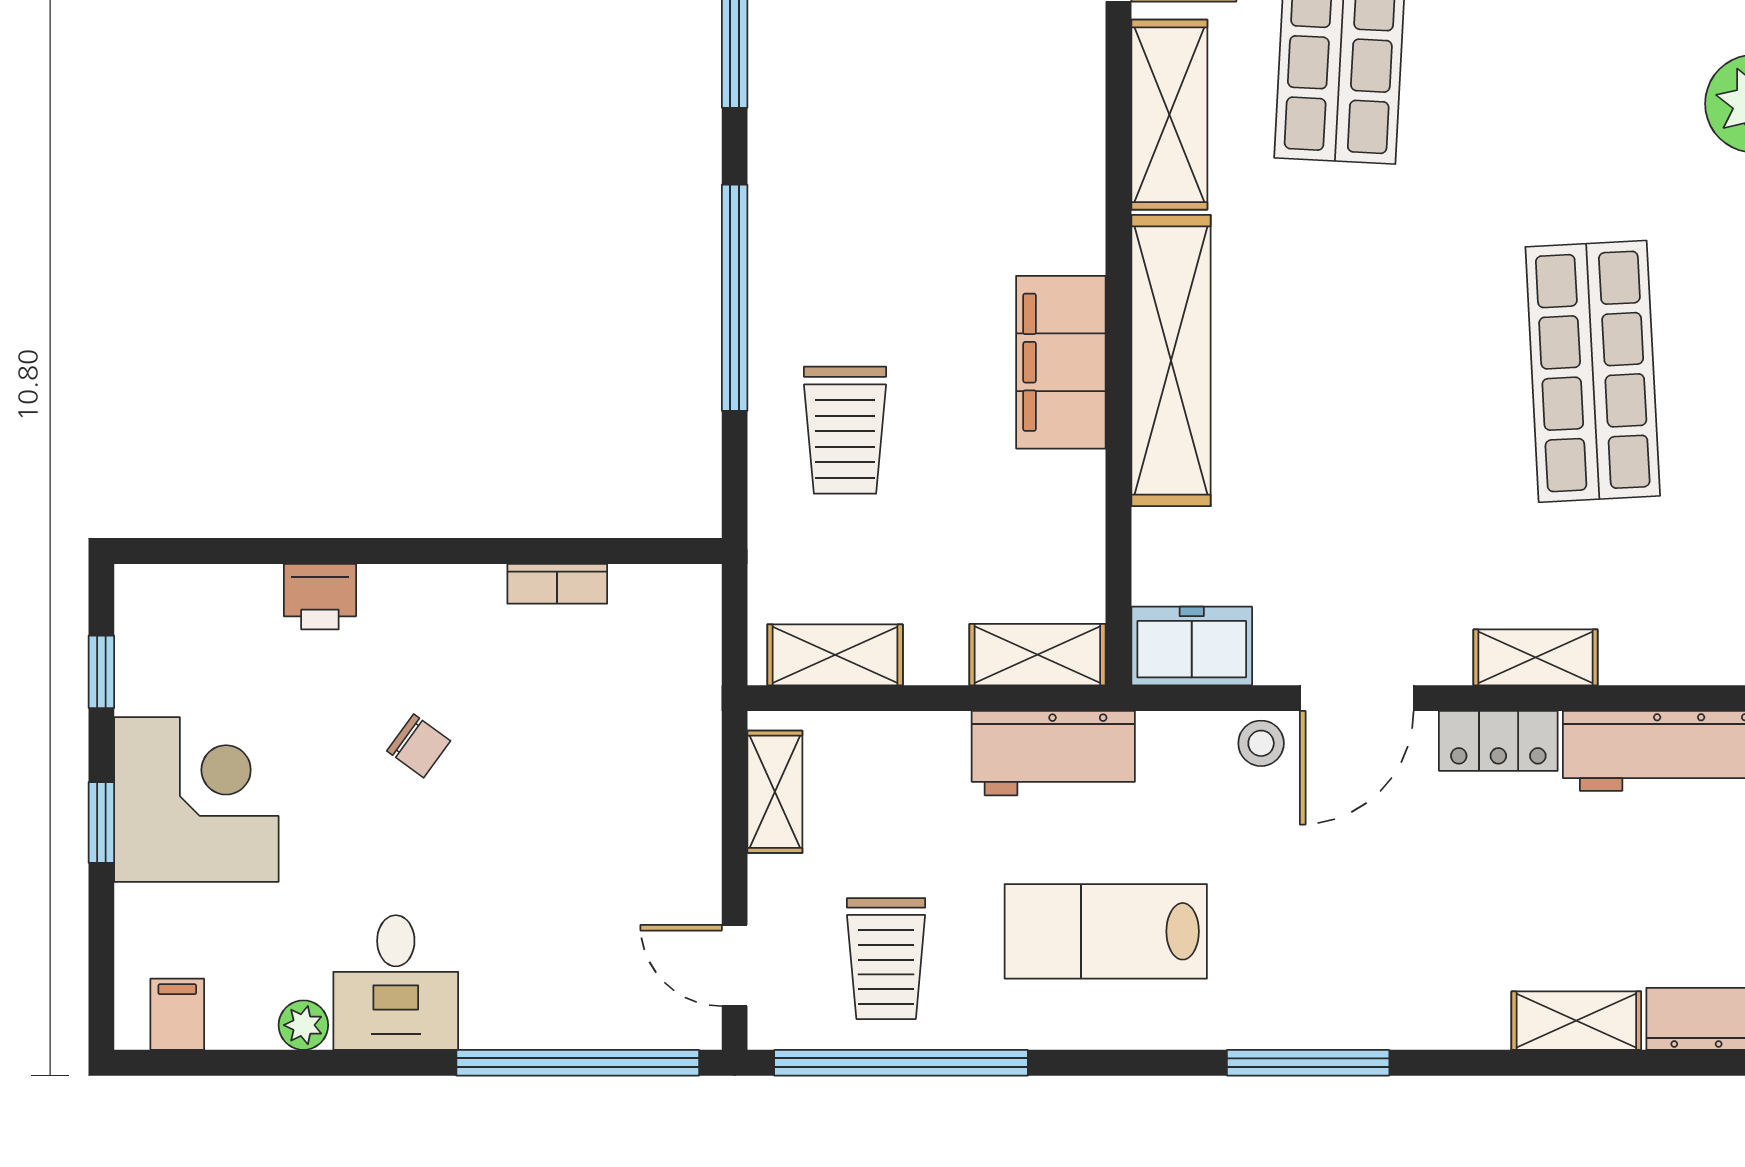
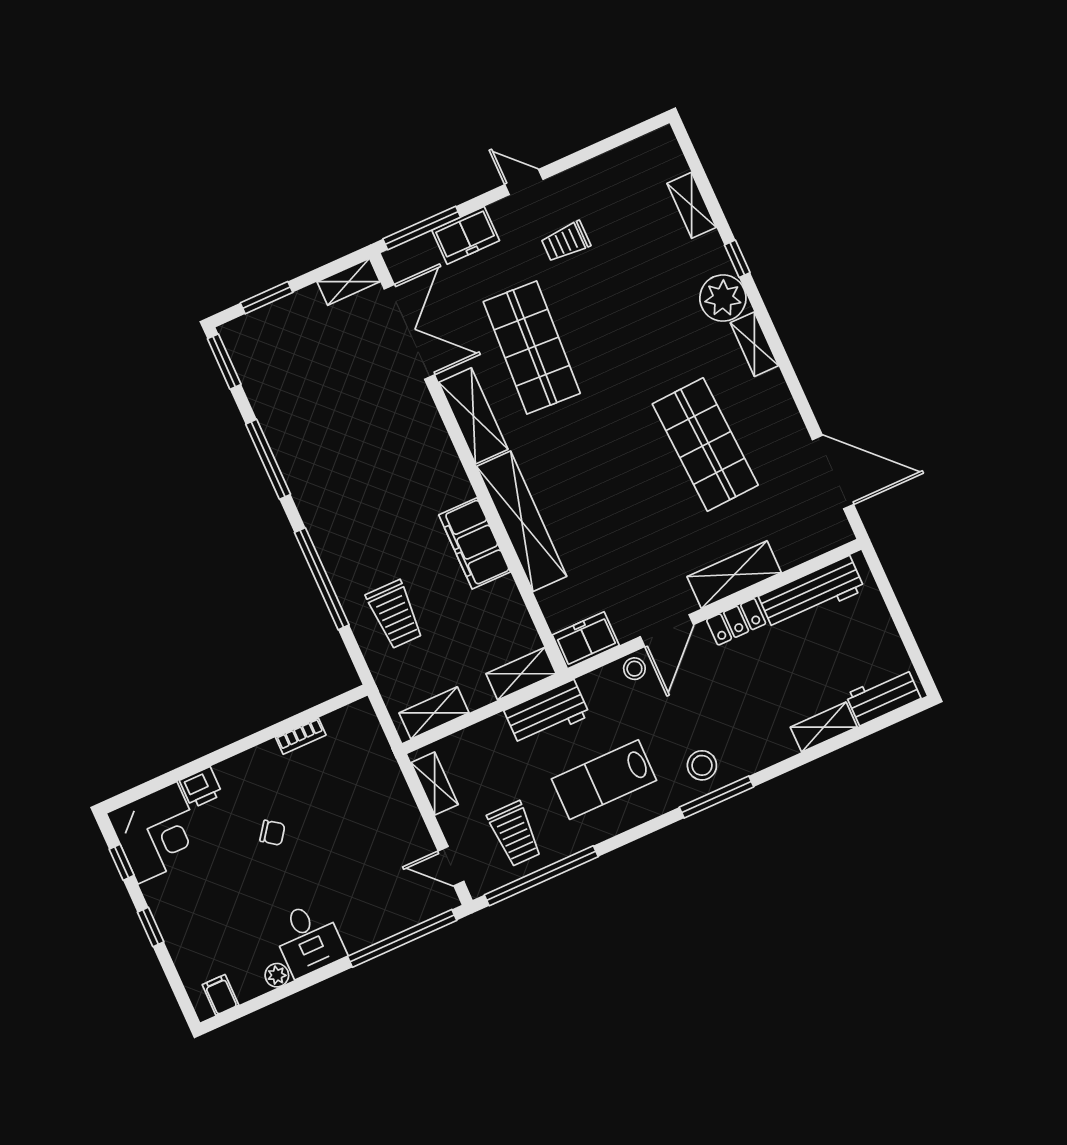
shelving: (1536, 657) -> (734, 575), width x1.50, depth x1.33
corner desk: (196, 799) -> (157, 833), moved, turned 90
stool: (1307, 989) -> (702, 765), added

